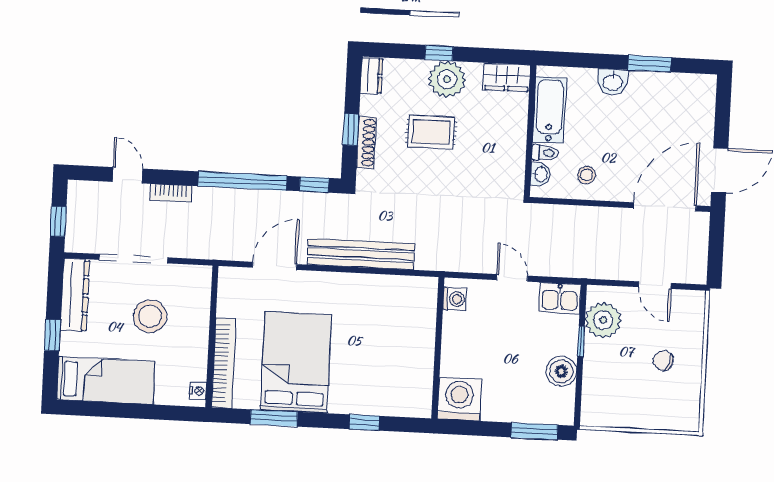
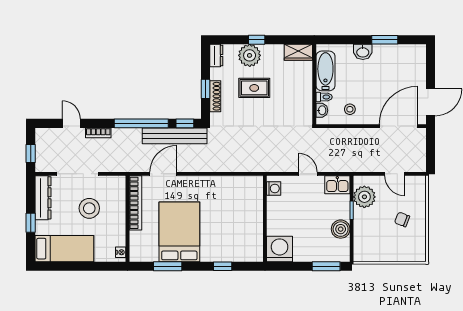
plant: (447, 79) -> (250, 55), moved
bench: (361, 254) -> (175, 136), moved
bookcase: (224, 363) -> (135, 203), moved

